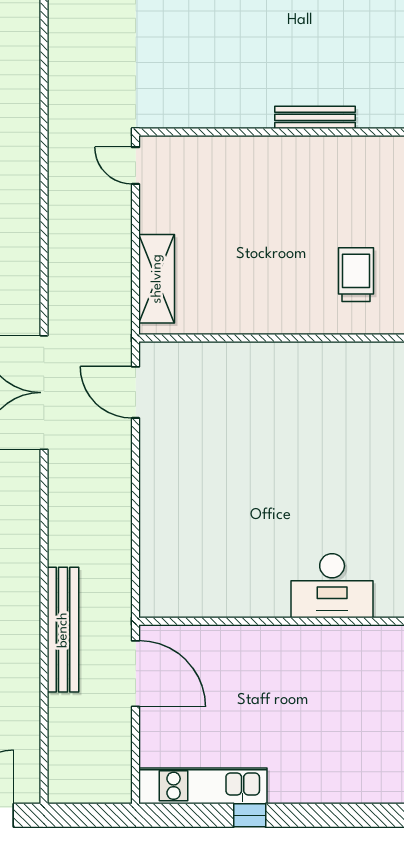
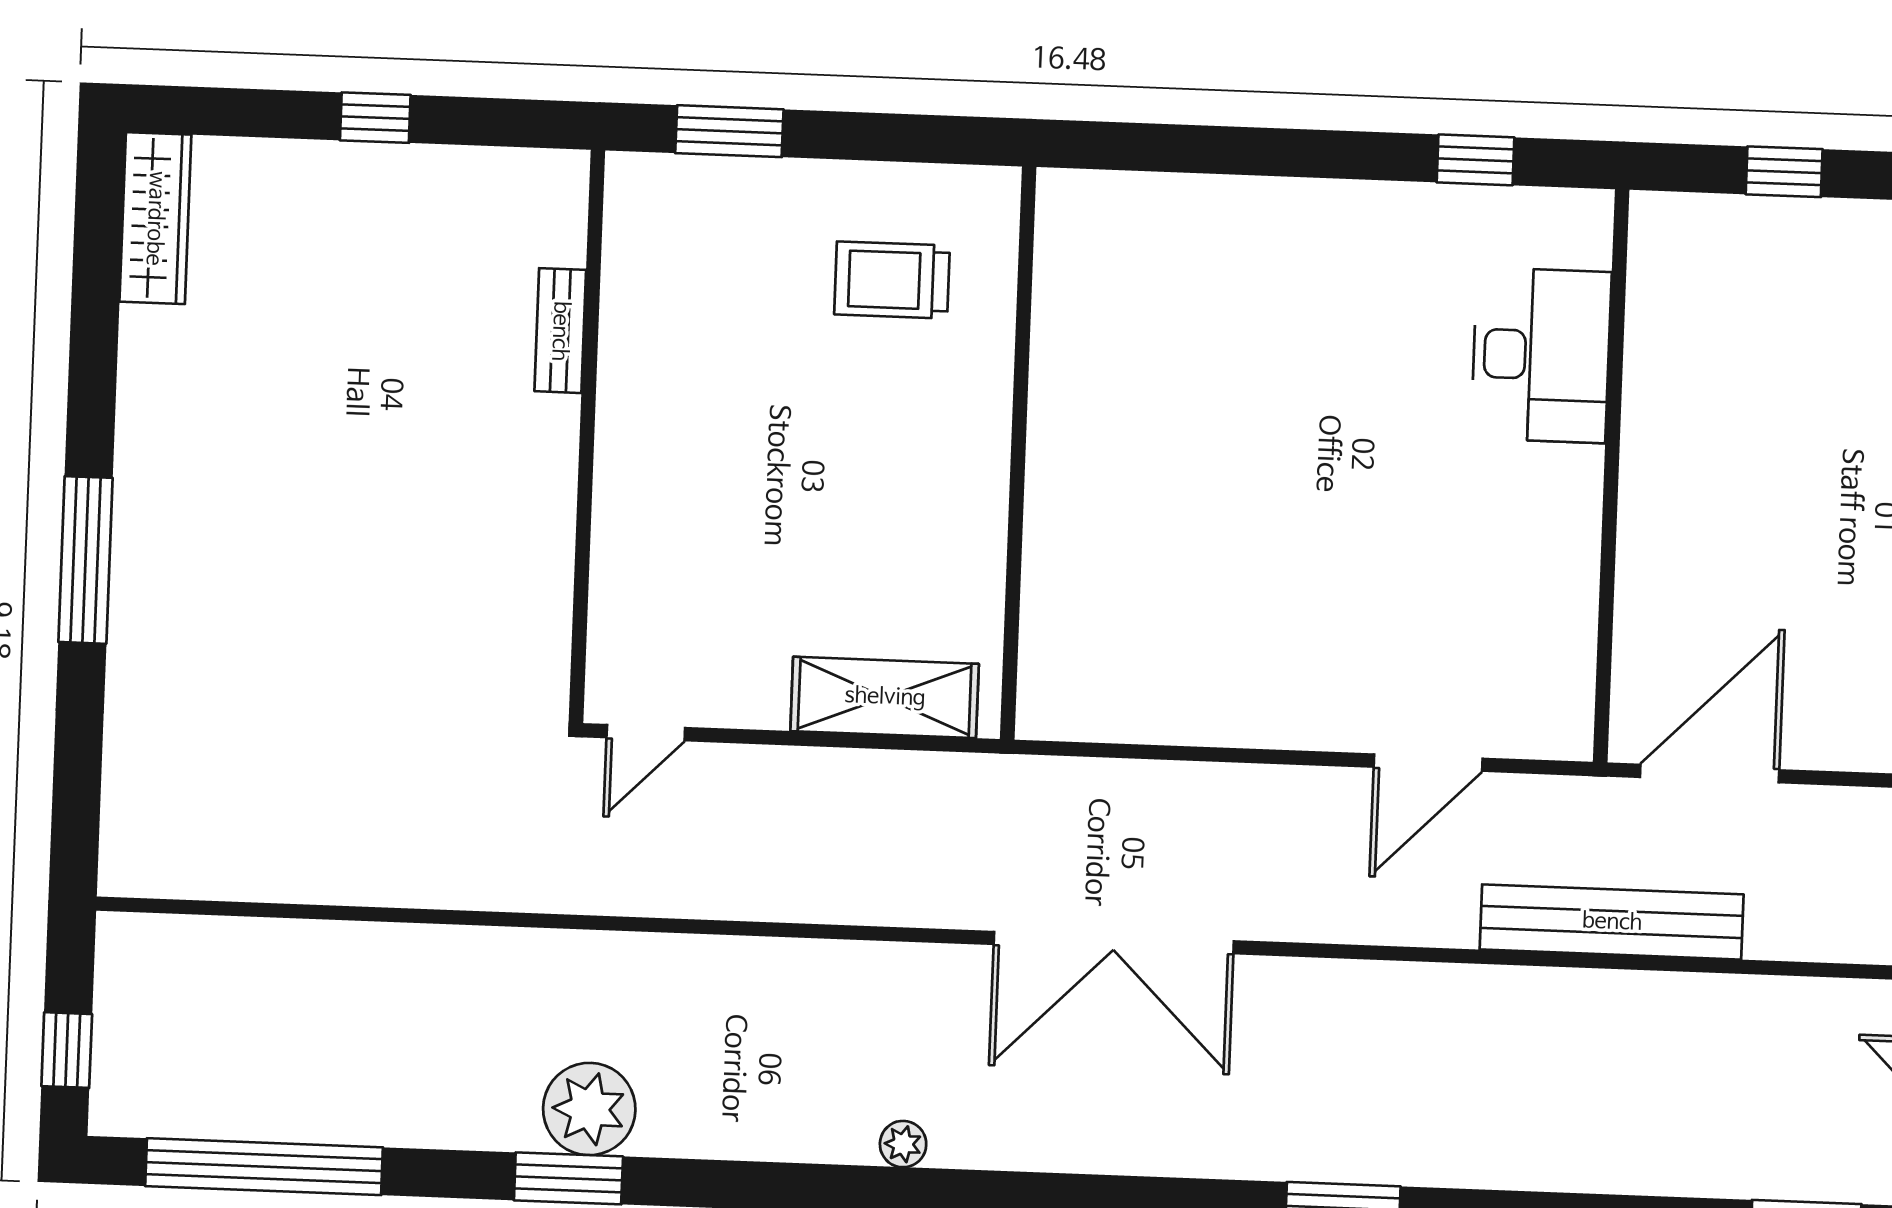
bench: (315, 117) -> (560, 331), width x0.73
door: (136, 392) -> (1428, 763), moved

